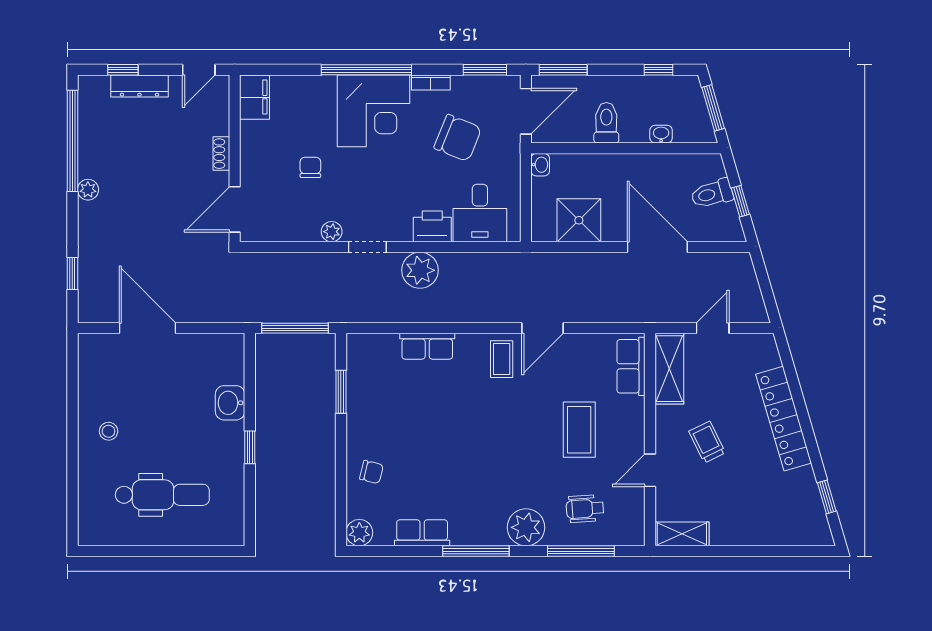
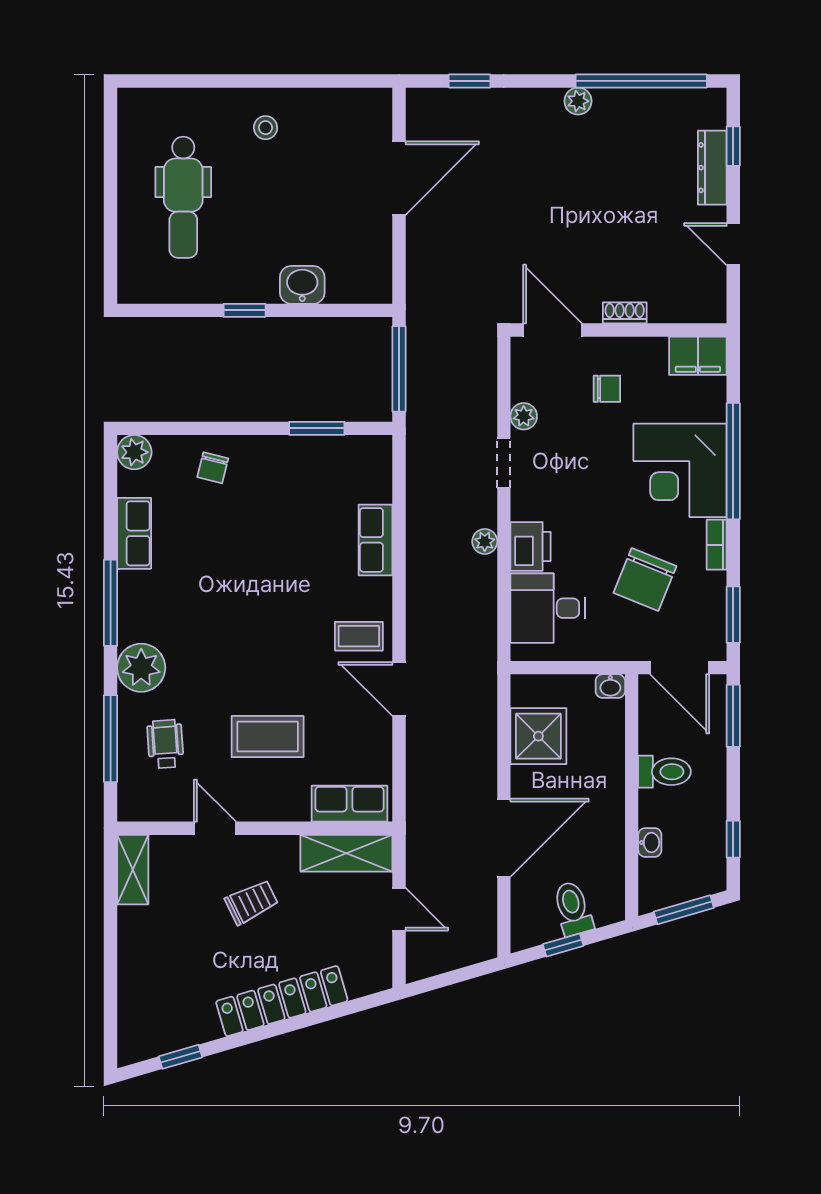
filing cabinet: (254, 97) -> (698, 356), moved
shoe rack: (221, 154) -> (625, 313), moved
wall: (235, 158) -> (619, 330), moved
door: (235, 209) -> (553, 330), moved
plant: (420, 270) -> (485, 542), width x0.53, depth x0.53

